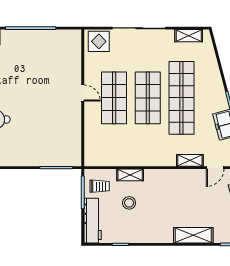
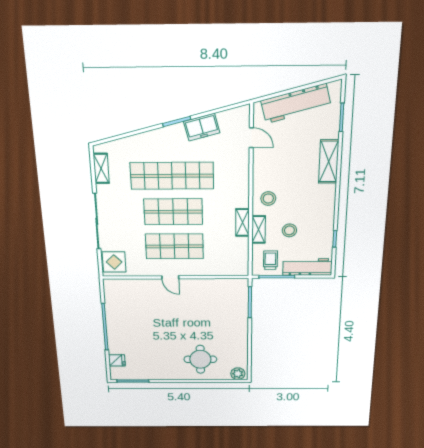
door: (83, 93) -> (170, 277), swing flipped
shelving: (190, 160) -> (243, 222), moved
stool: (160, 183) -> (268, 199), added

